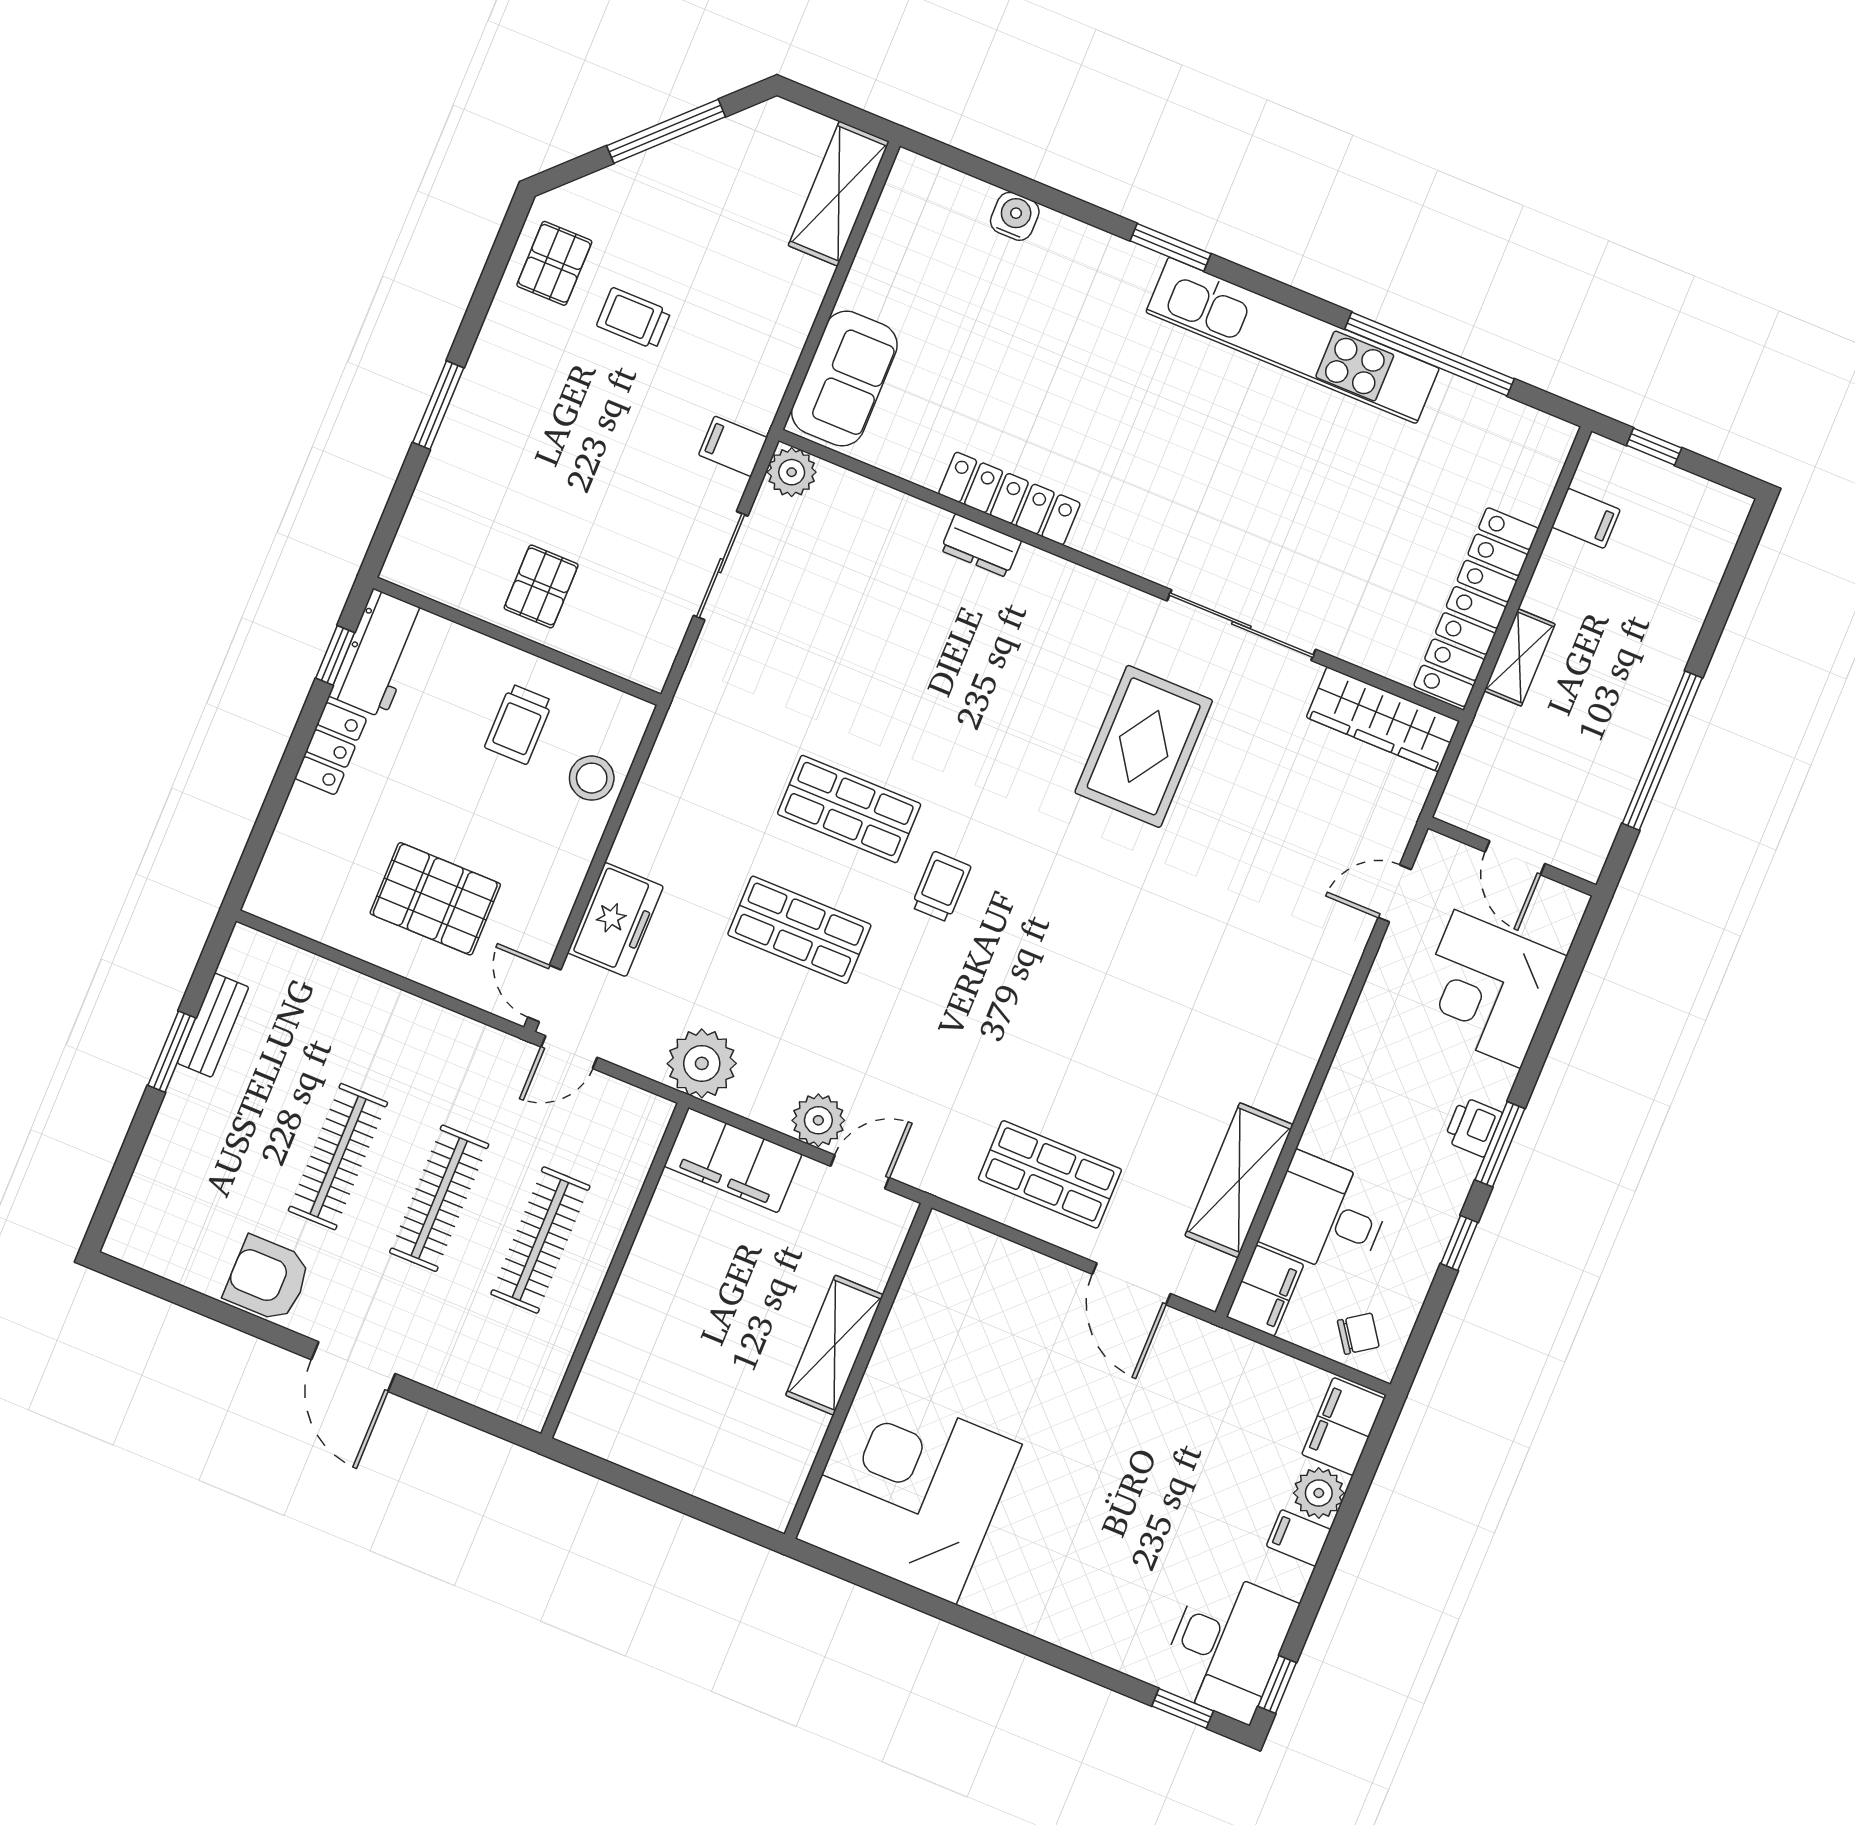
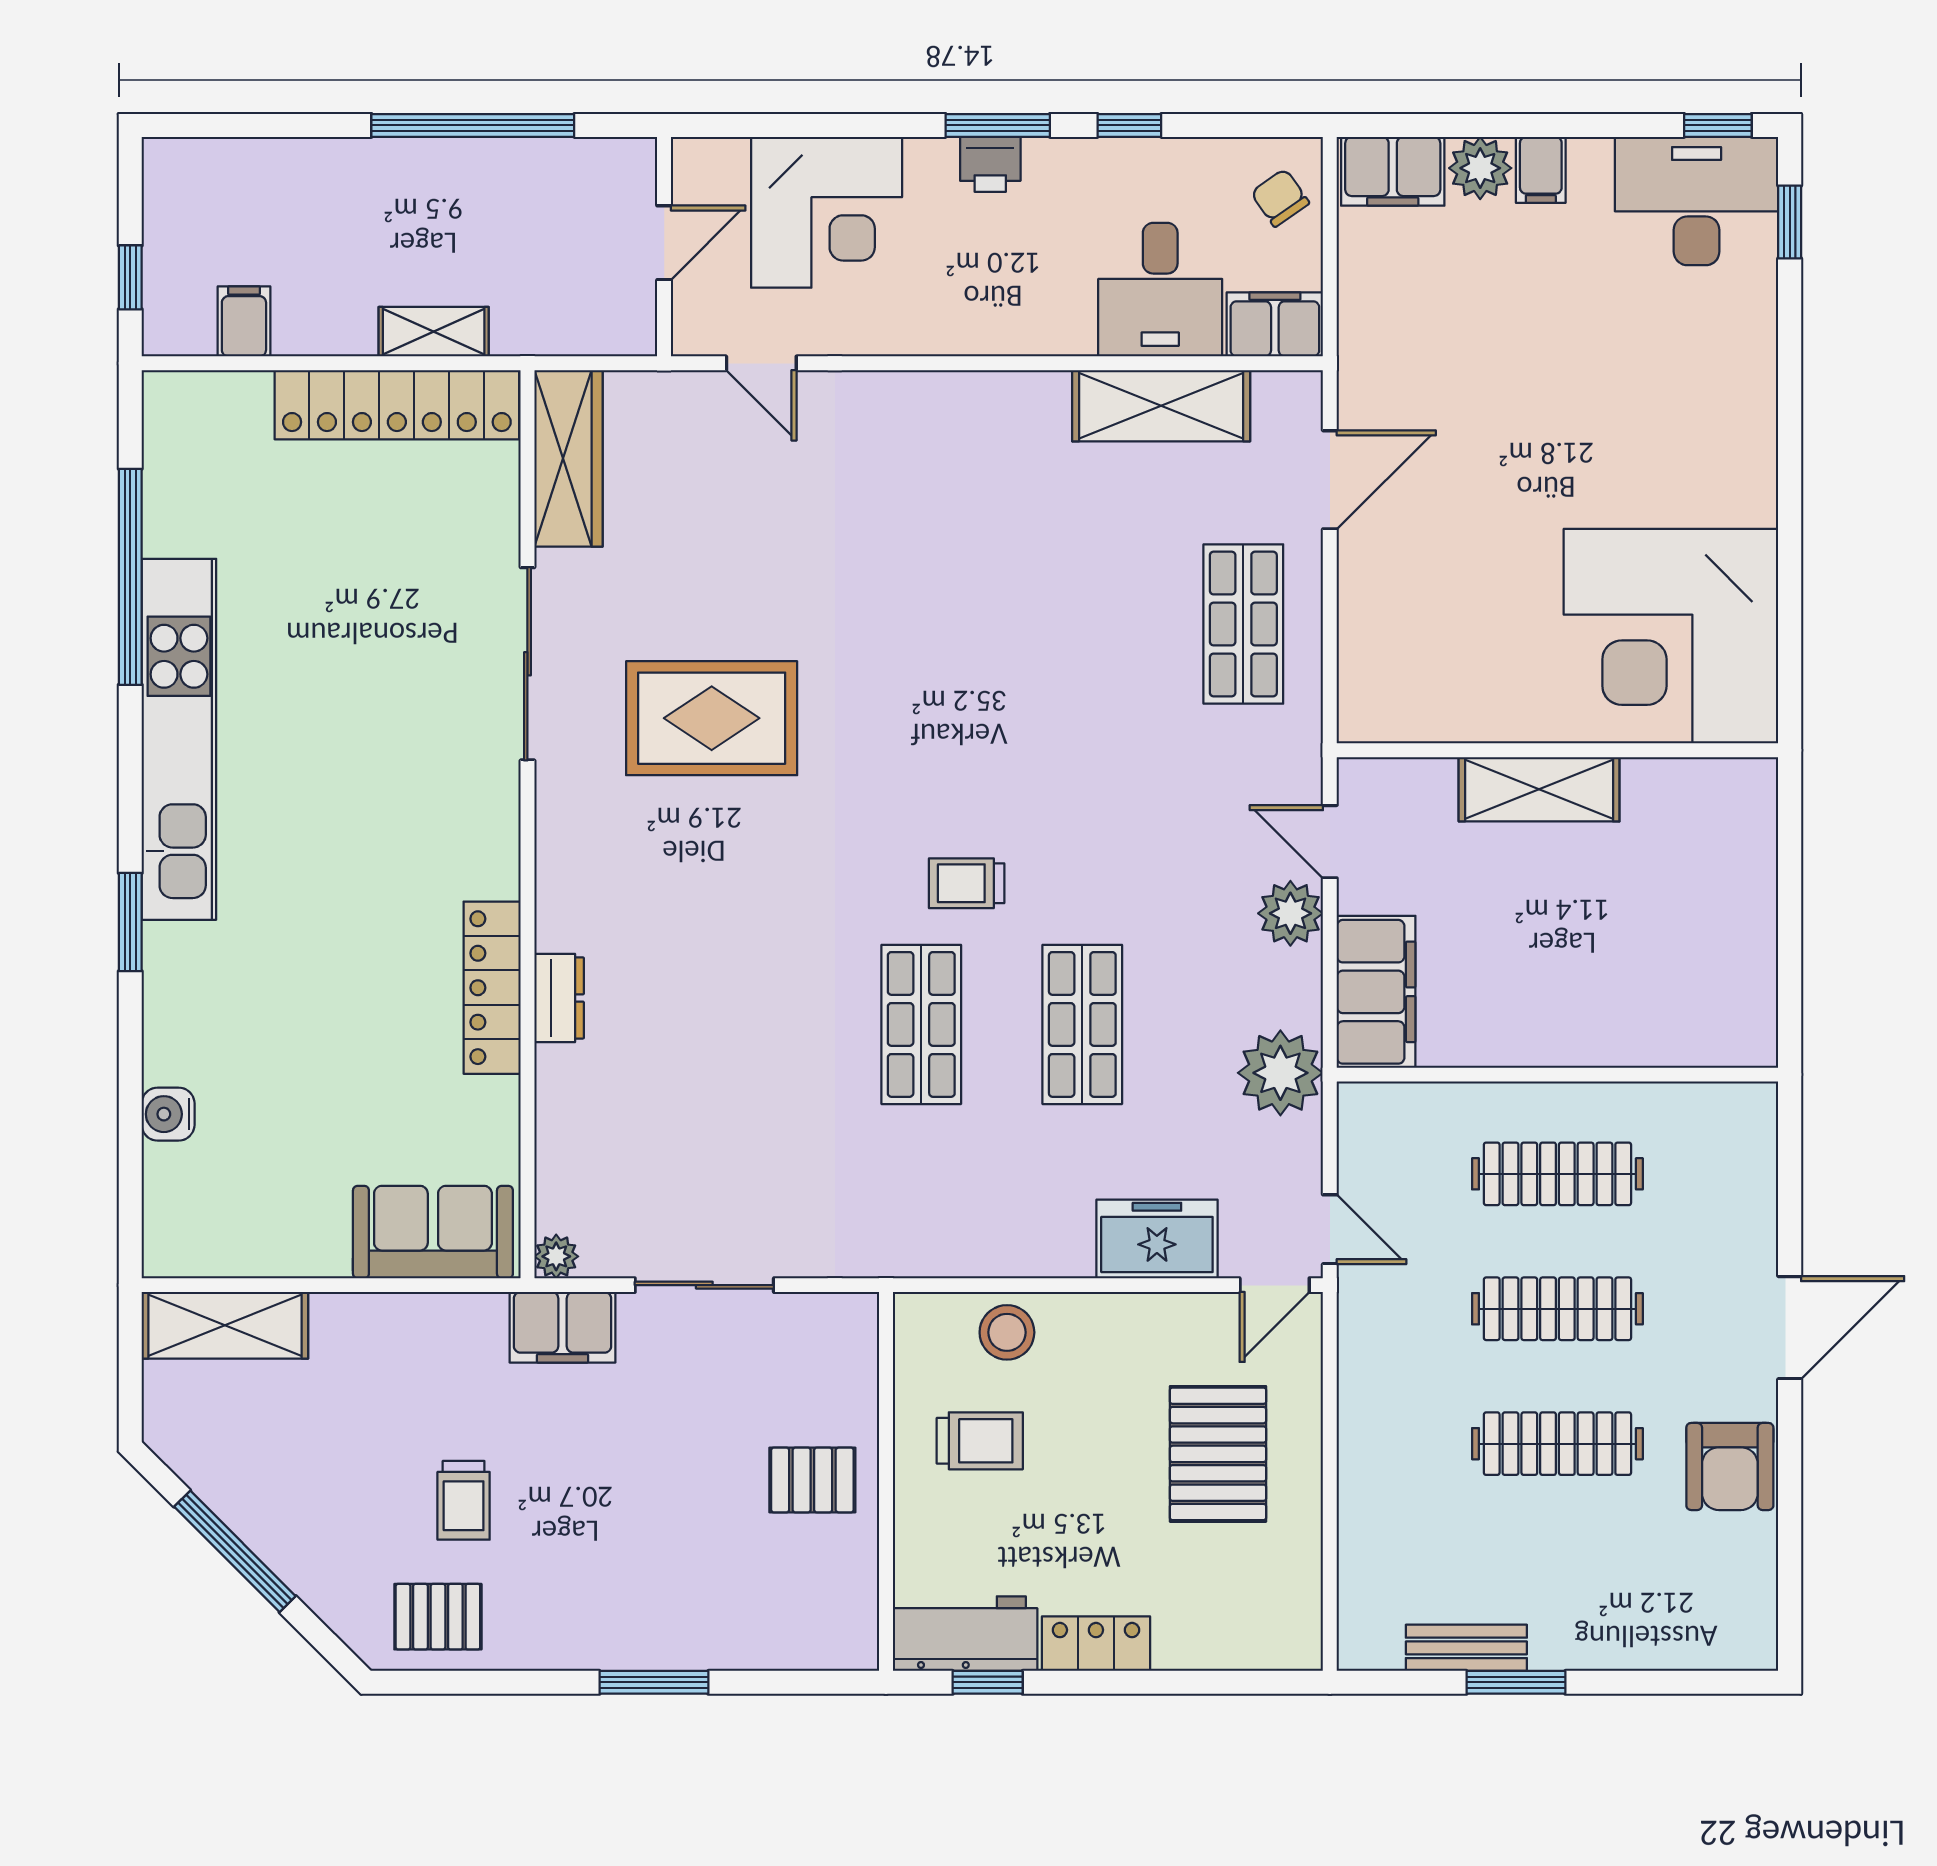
filing cabinet: (733, 446) -> (563, 1327), width x2.00
plant: (792, 472) -> (556, 1256), width x0.73, depth x0.73

